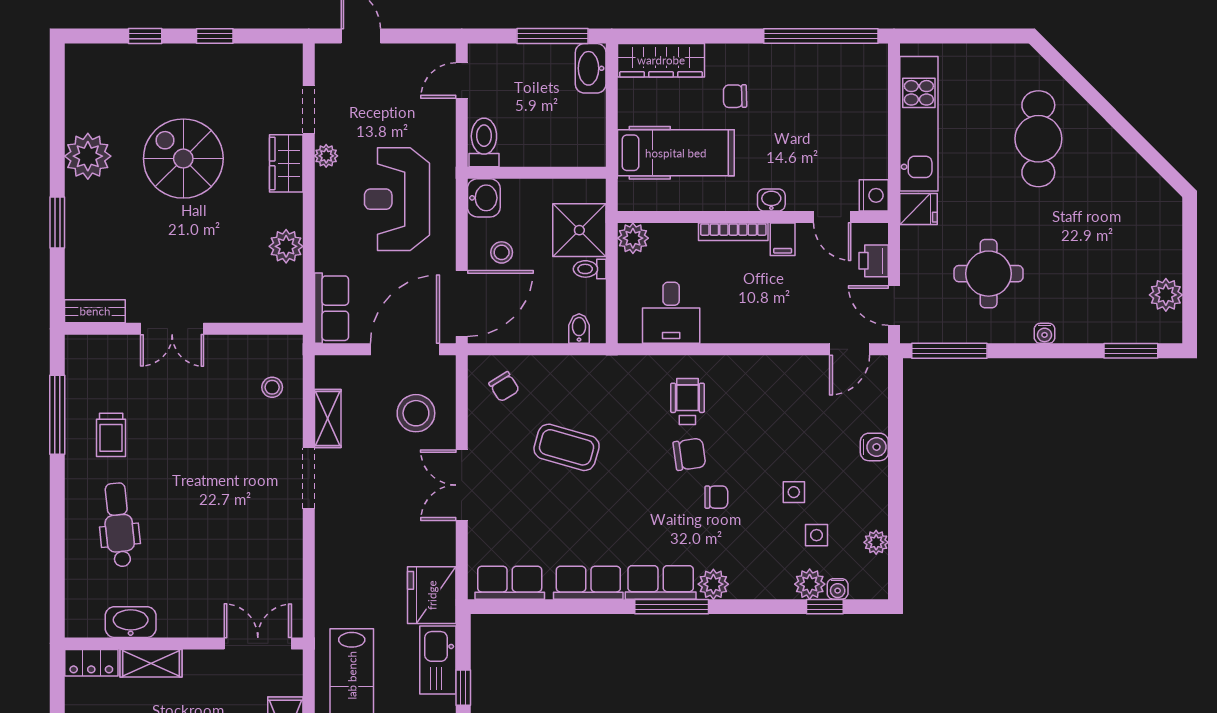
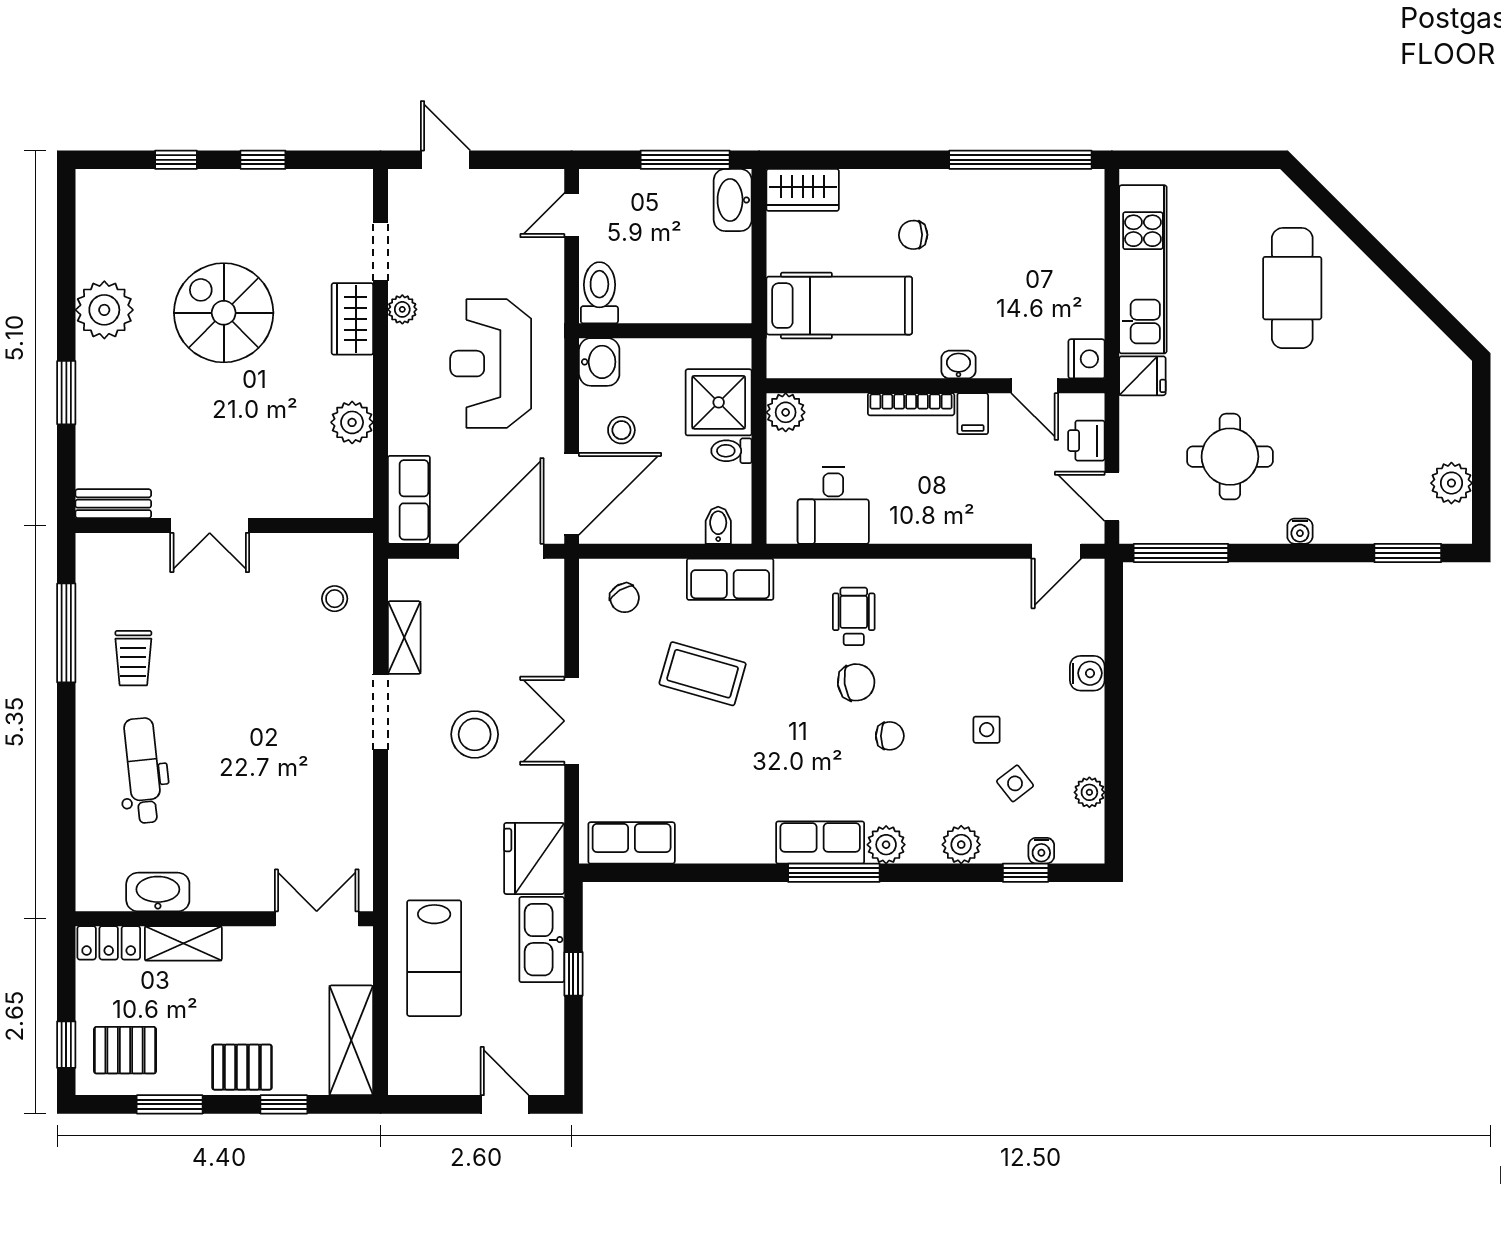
wardrobe: (661, 60) -> (803, 190), width x0.67
stool: (416, 413) -> (475, 734), moved
side table: (817, 535) -> (1015, 783), turned -38
row of seats: (588, 583) -> (730, 579), moved, turned 180
plant: (810, 584) -> (961, 845), moved

